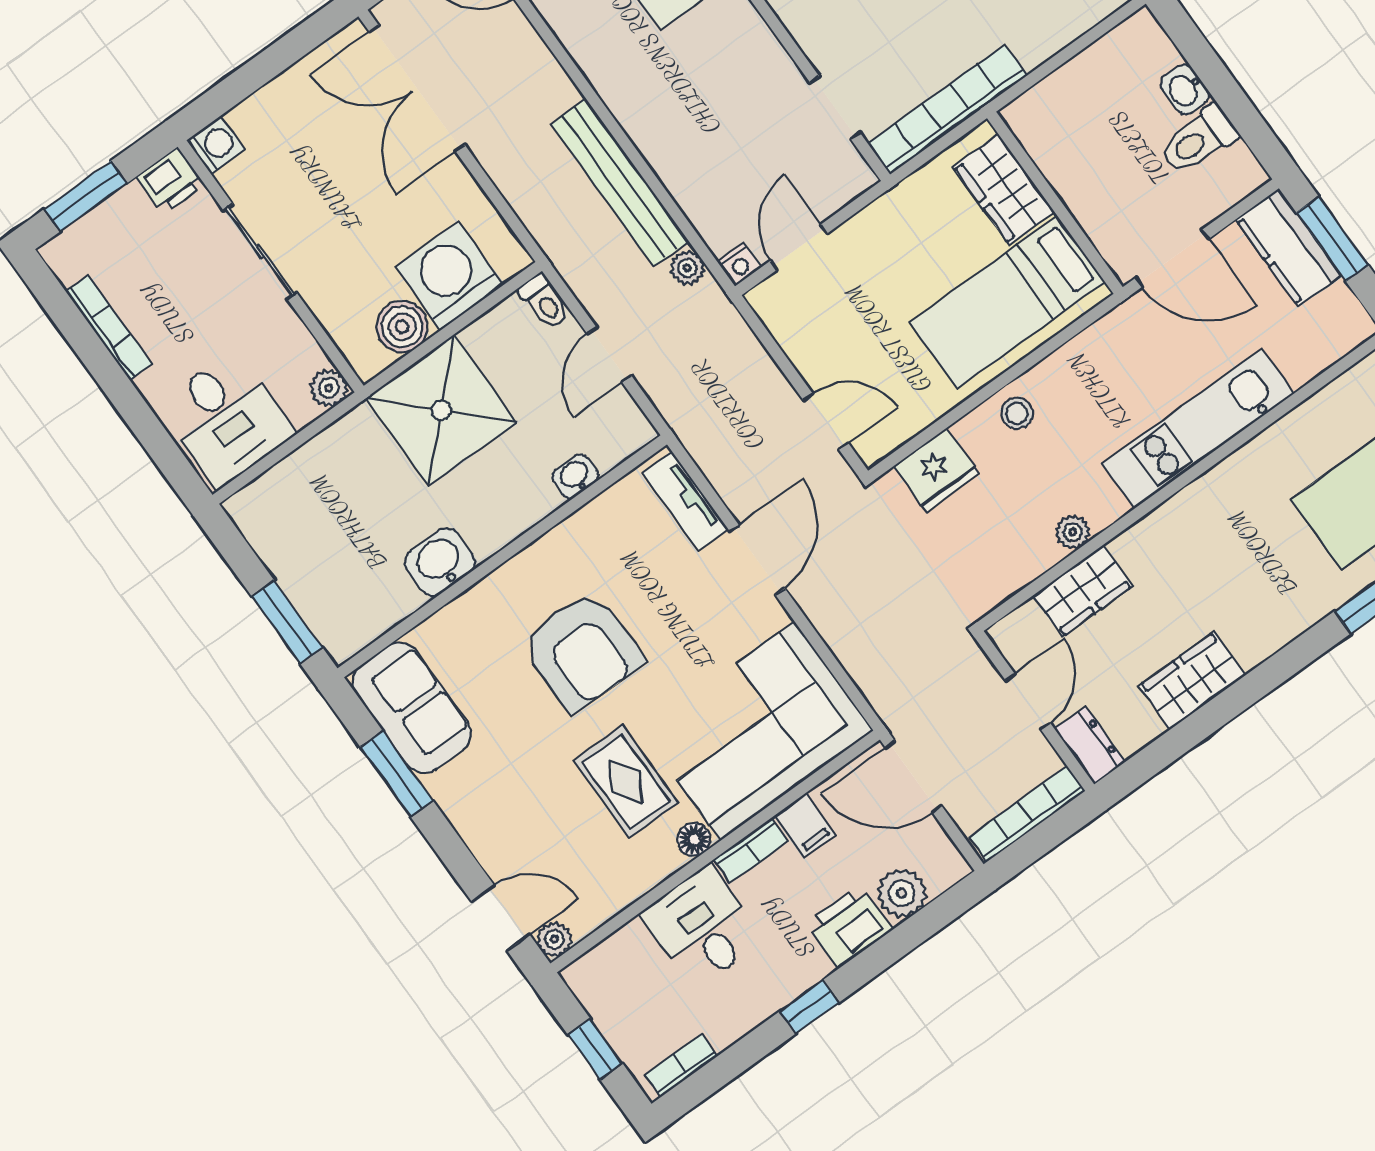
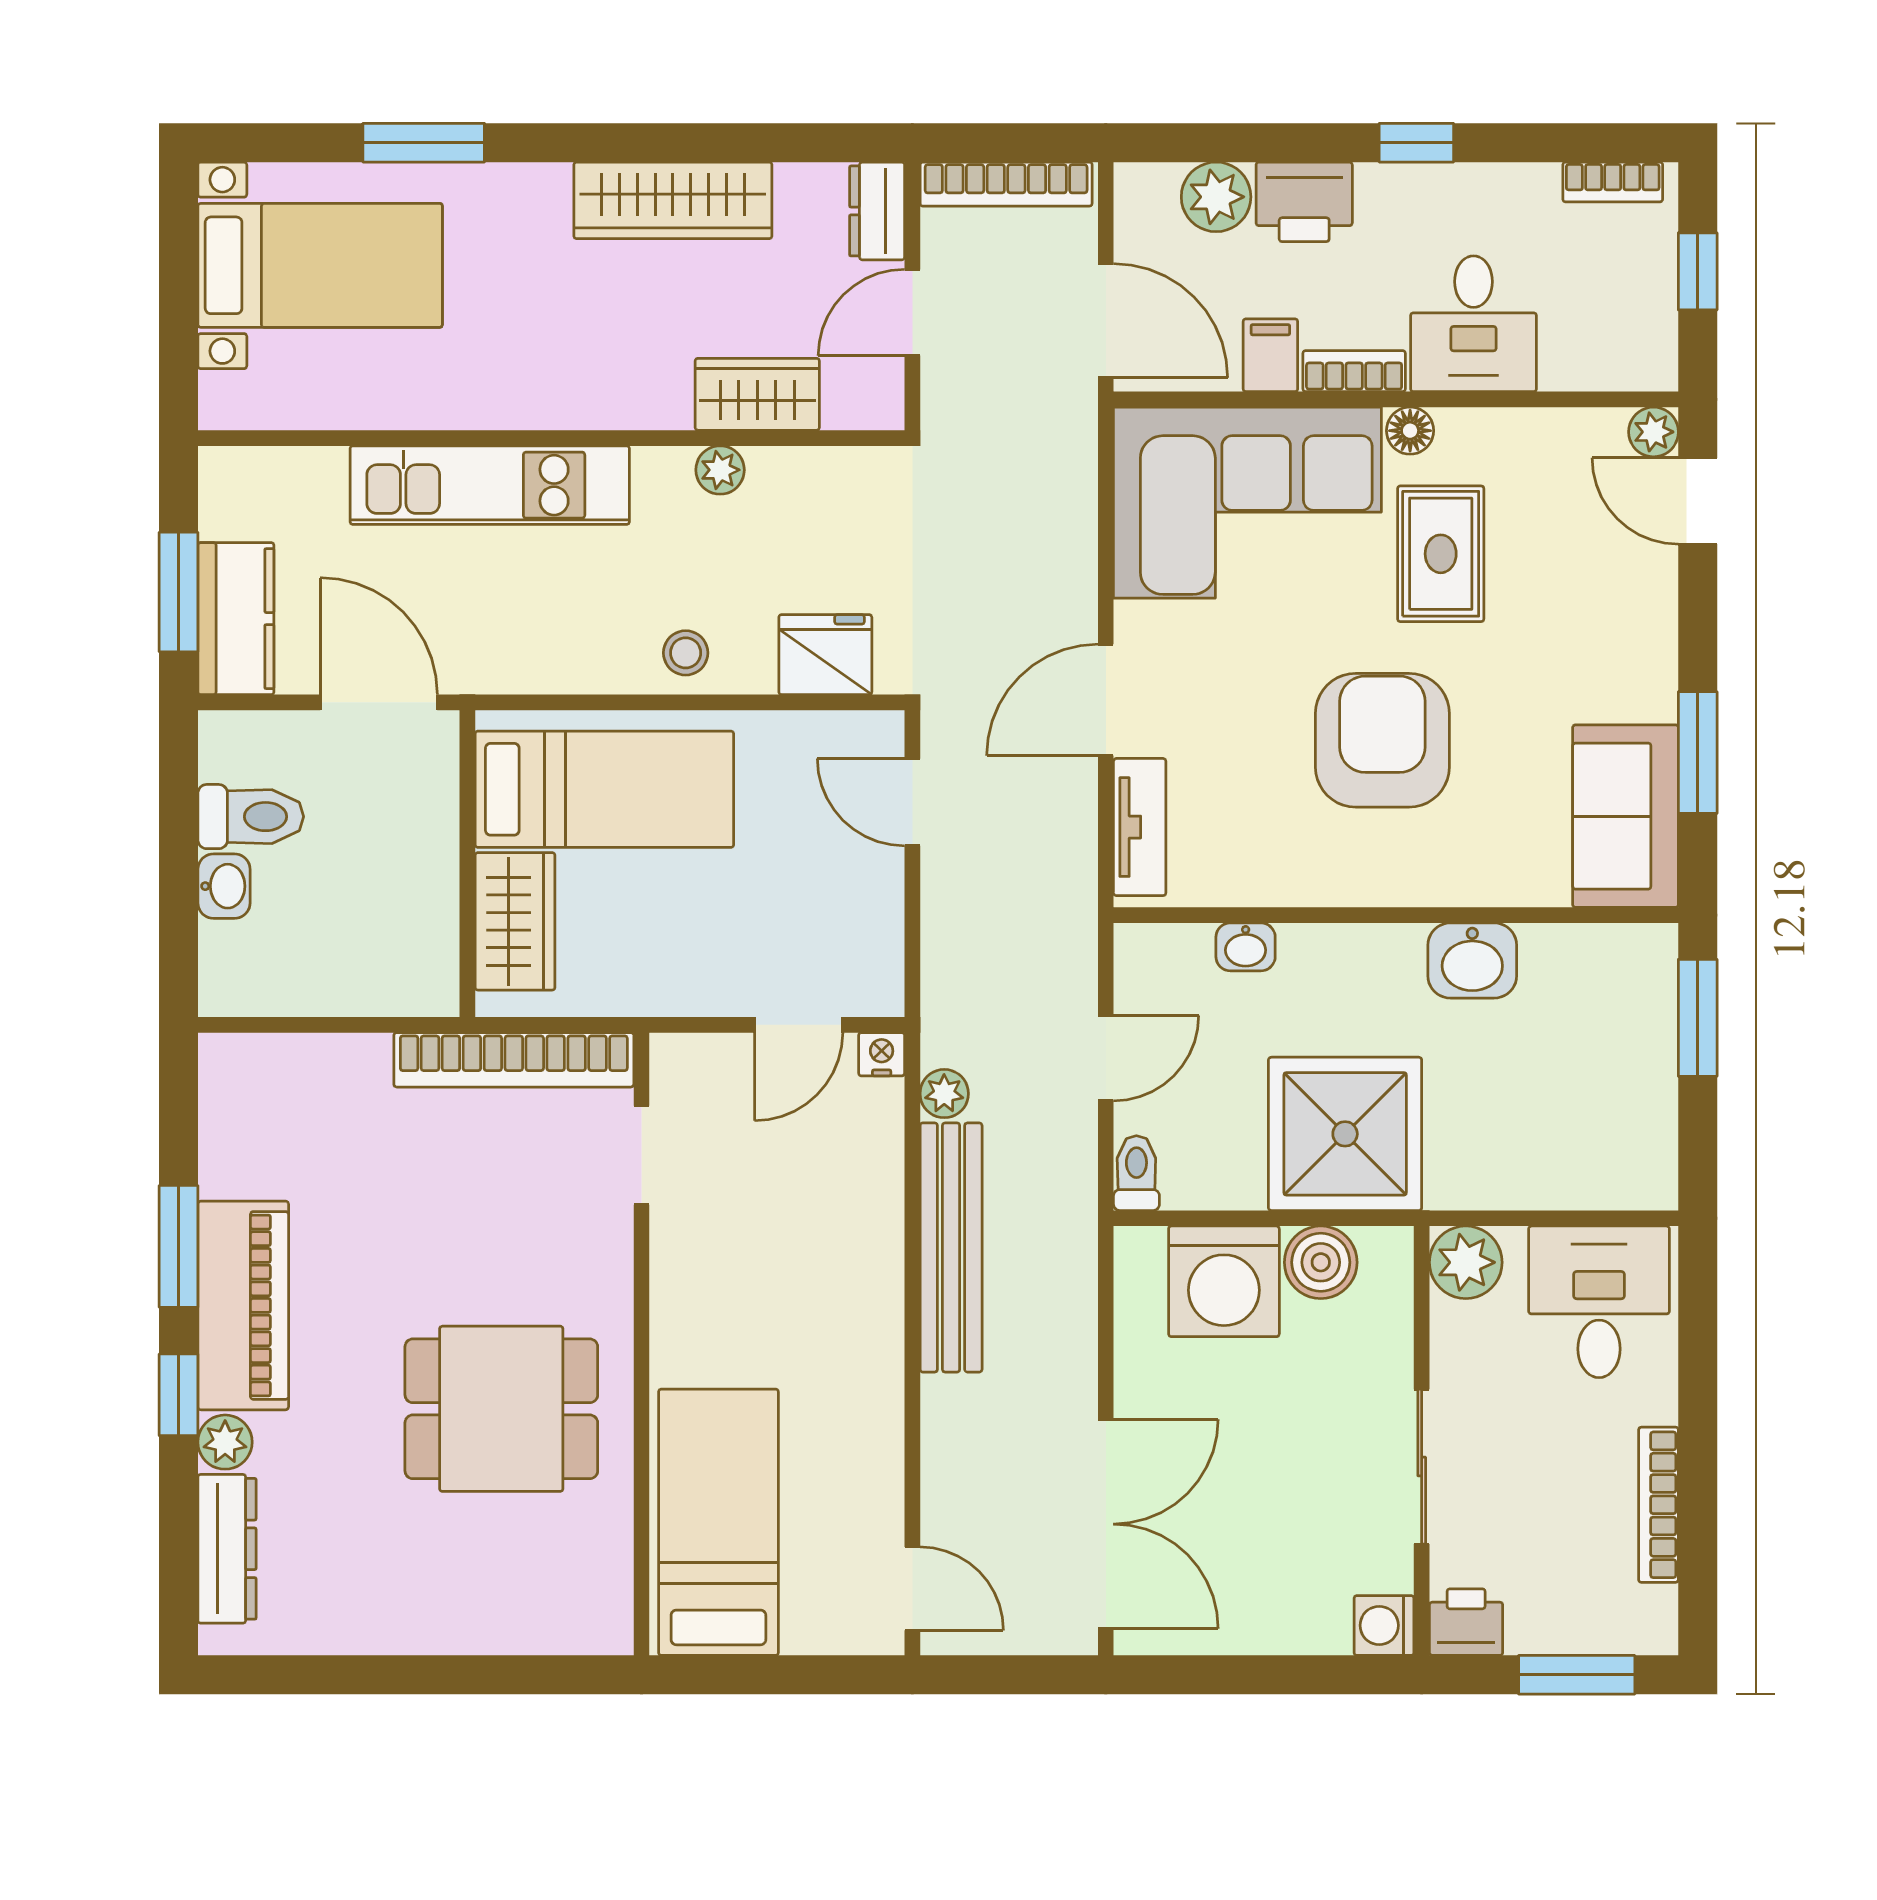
plant: (329, 388) -> (1466, 1262), width x1.38, depth x1.38
wardrobe: (1192, 681) -> (673, 200), width x1.50

